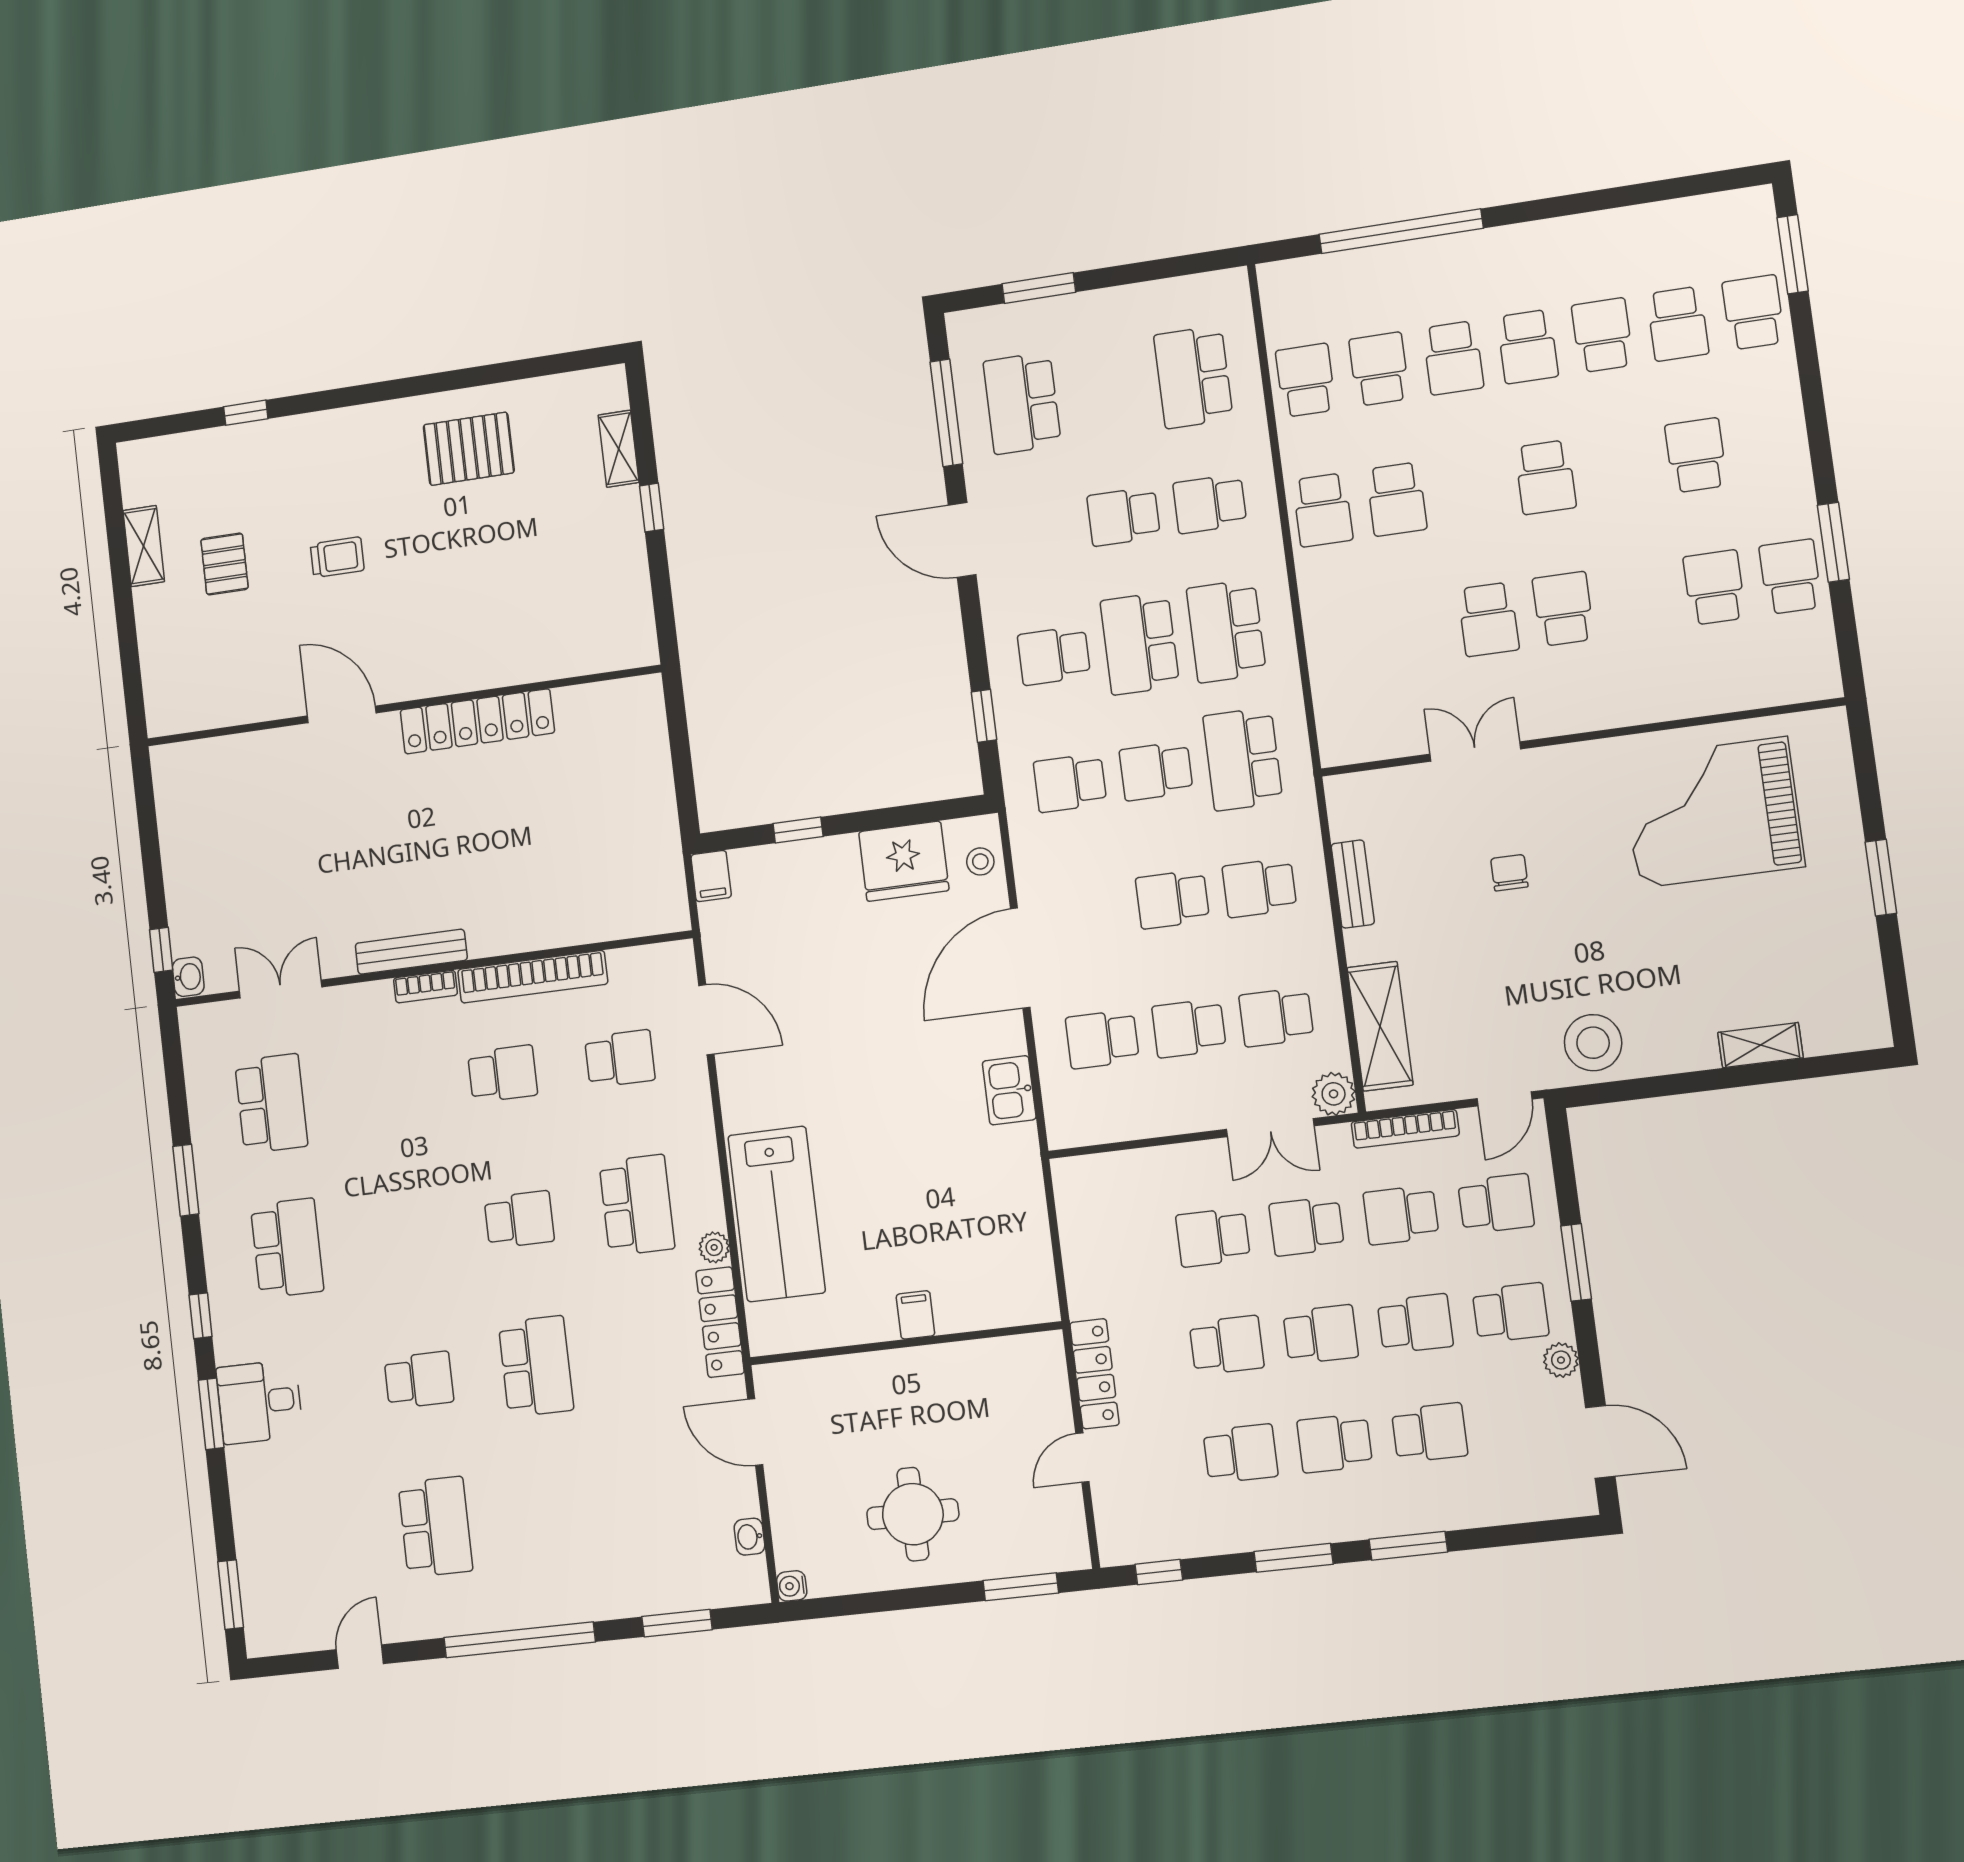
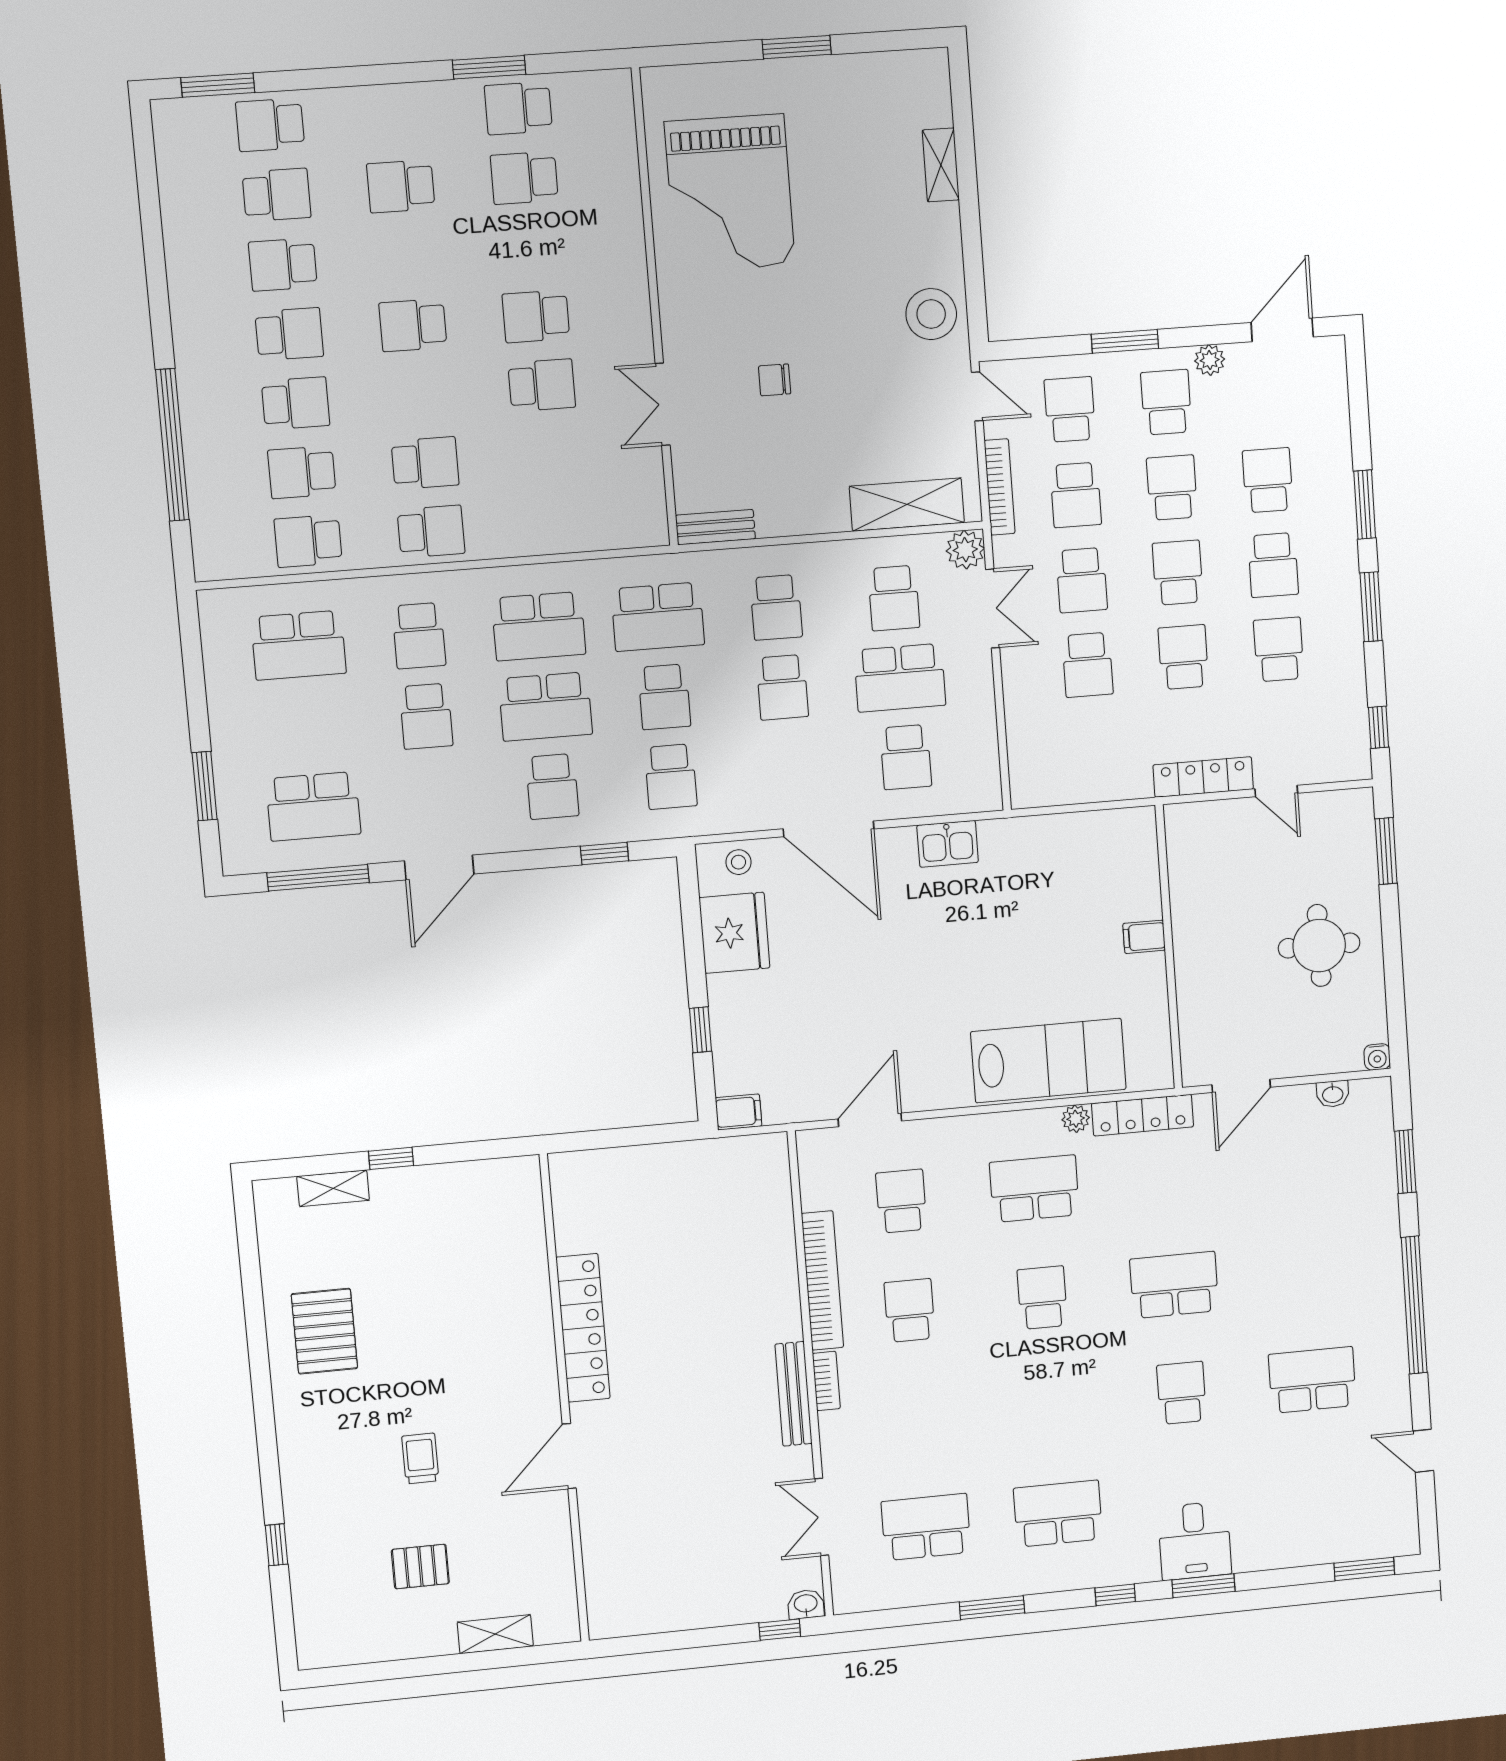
school desk: (1545, 477) -> (413, 325), turned 180
shelving: (144, 546) -> (495, 1634), moved
bench: (1353, 884) -> (715, 527), moved
school desk: (1189, 1028) -> (900, 678), width x1.85

